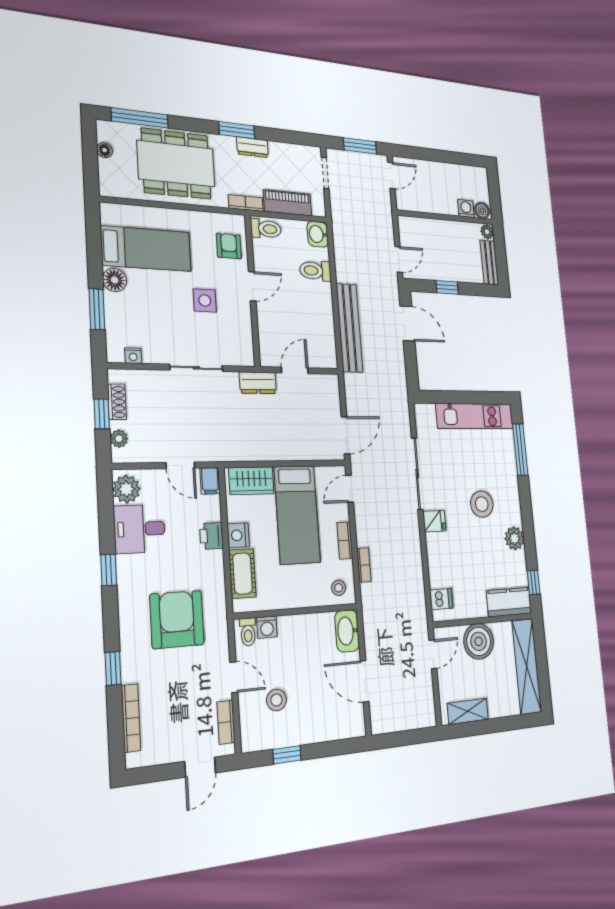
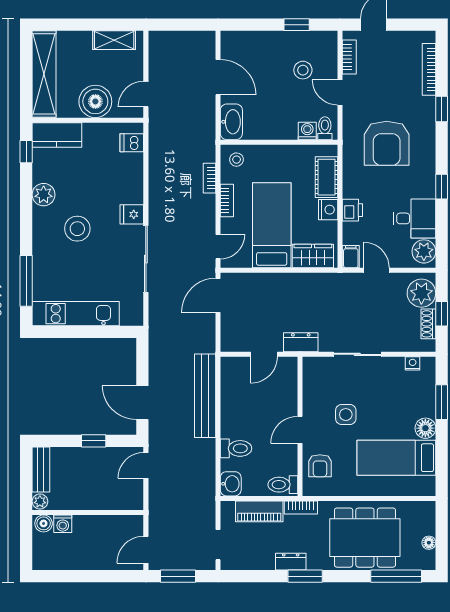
plant: (119, 439) -> (421, 293), width x1.88, depth x1.88

